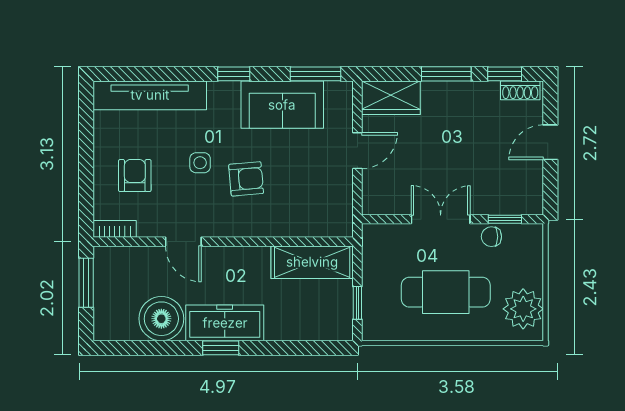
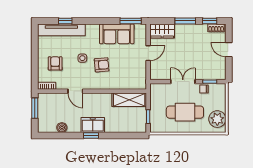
window: (234, 74) -> (65, 21), moved
door: (550, 142) -> (229, 50), hinge flipped
boiler: (161, 319) -> (62, 128), width x0.54, depth x0.54
freezer: (225, 323) -> (93, 125), width x0.71

